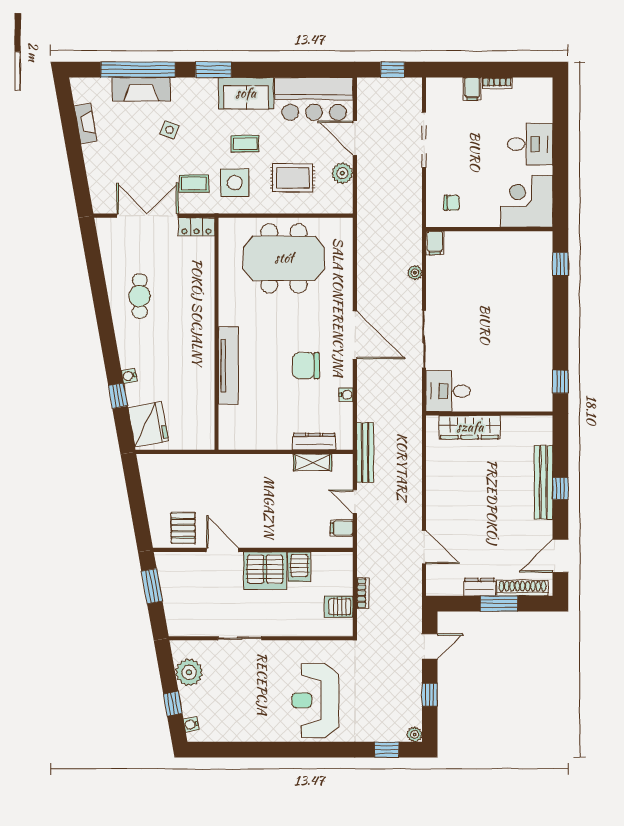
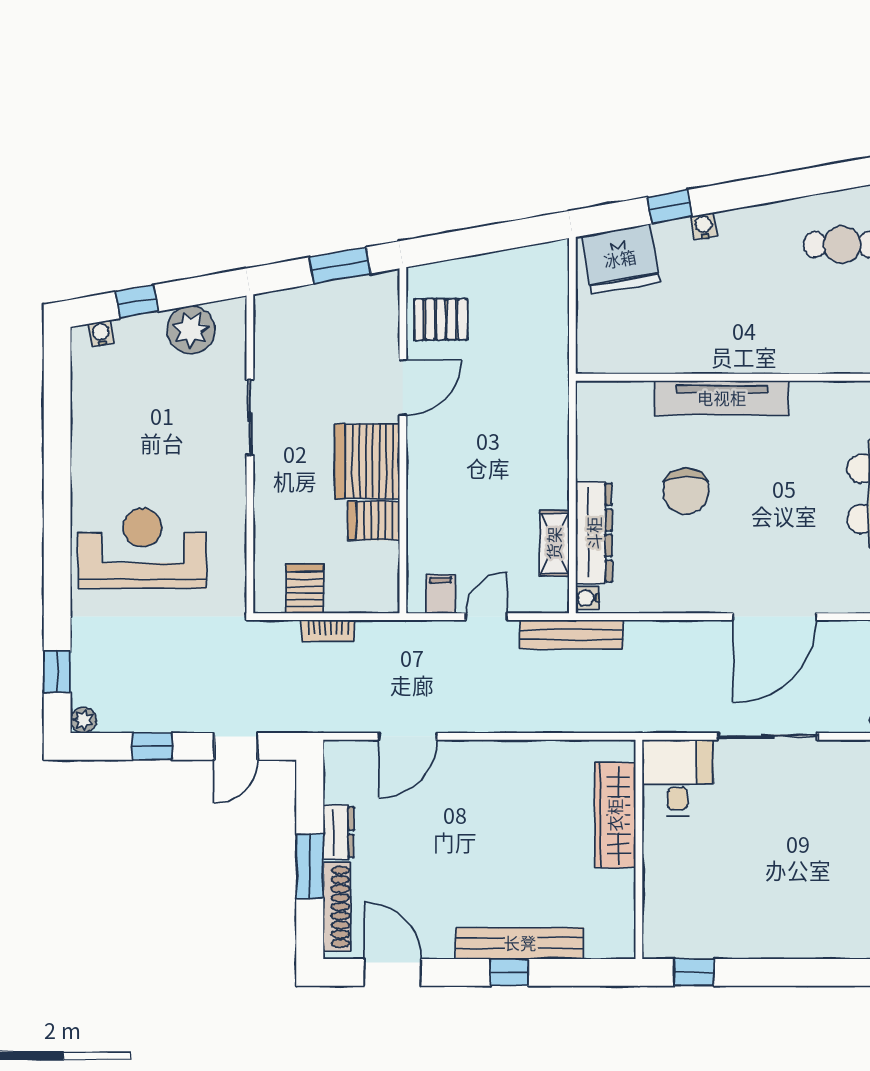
chair: (306, 366) -> (686, 491), moved, turned 180
water cooler: (346, 395) -> (587, 598), moved, turned 90
dresser: (314, 442) -> (594, 533), width x1.37, depth x1.24
door: (430, 646) -> (236, 746), hinge flipped

